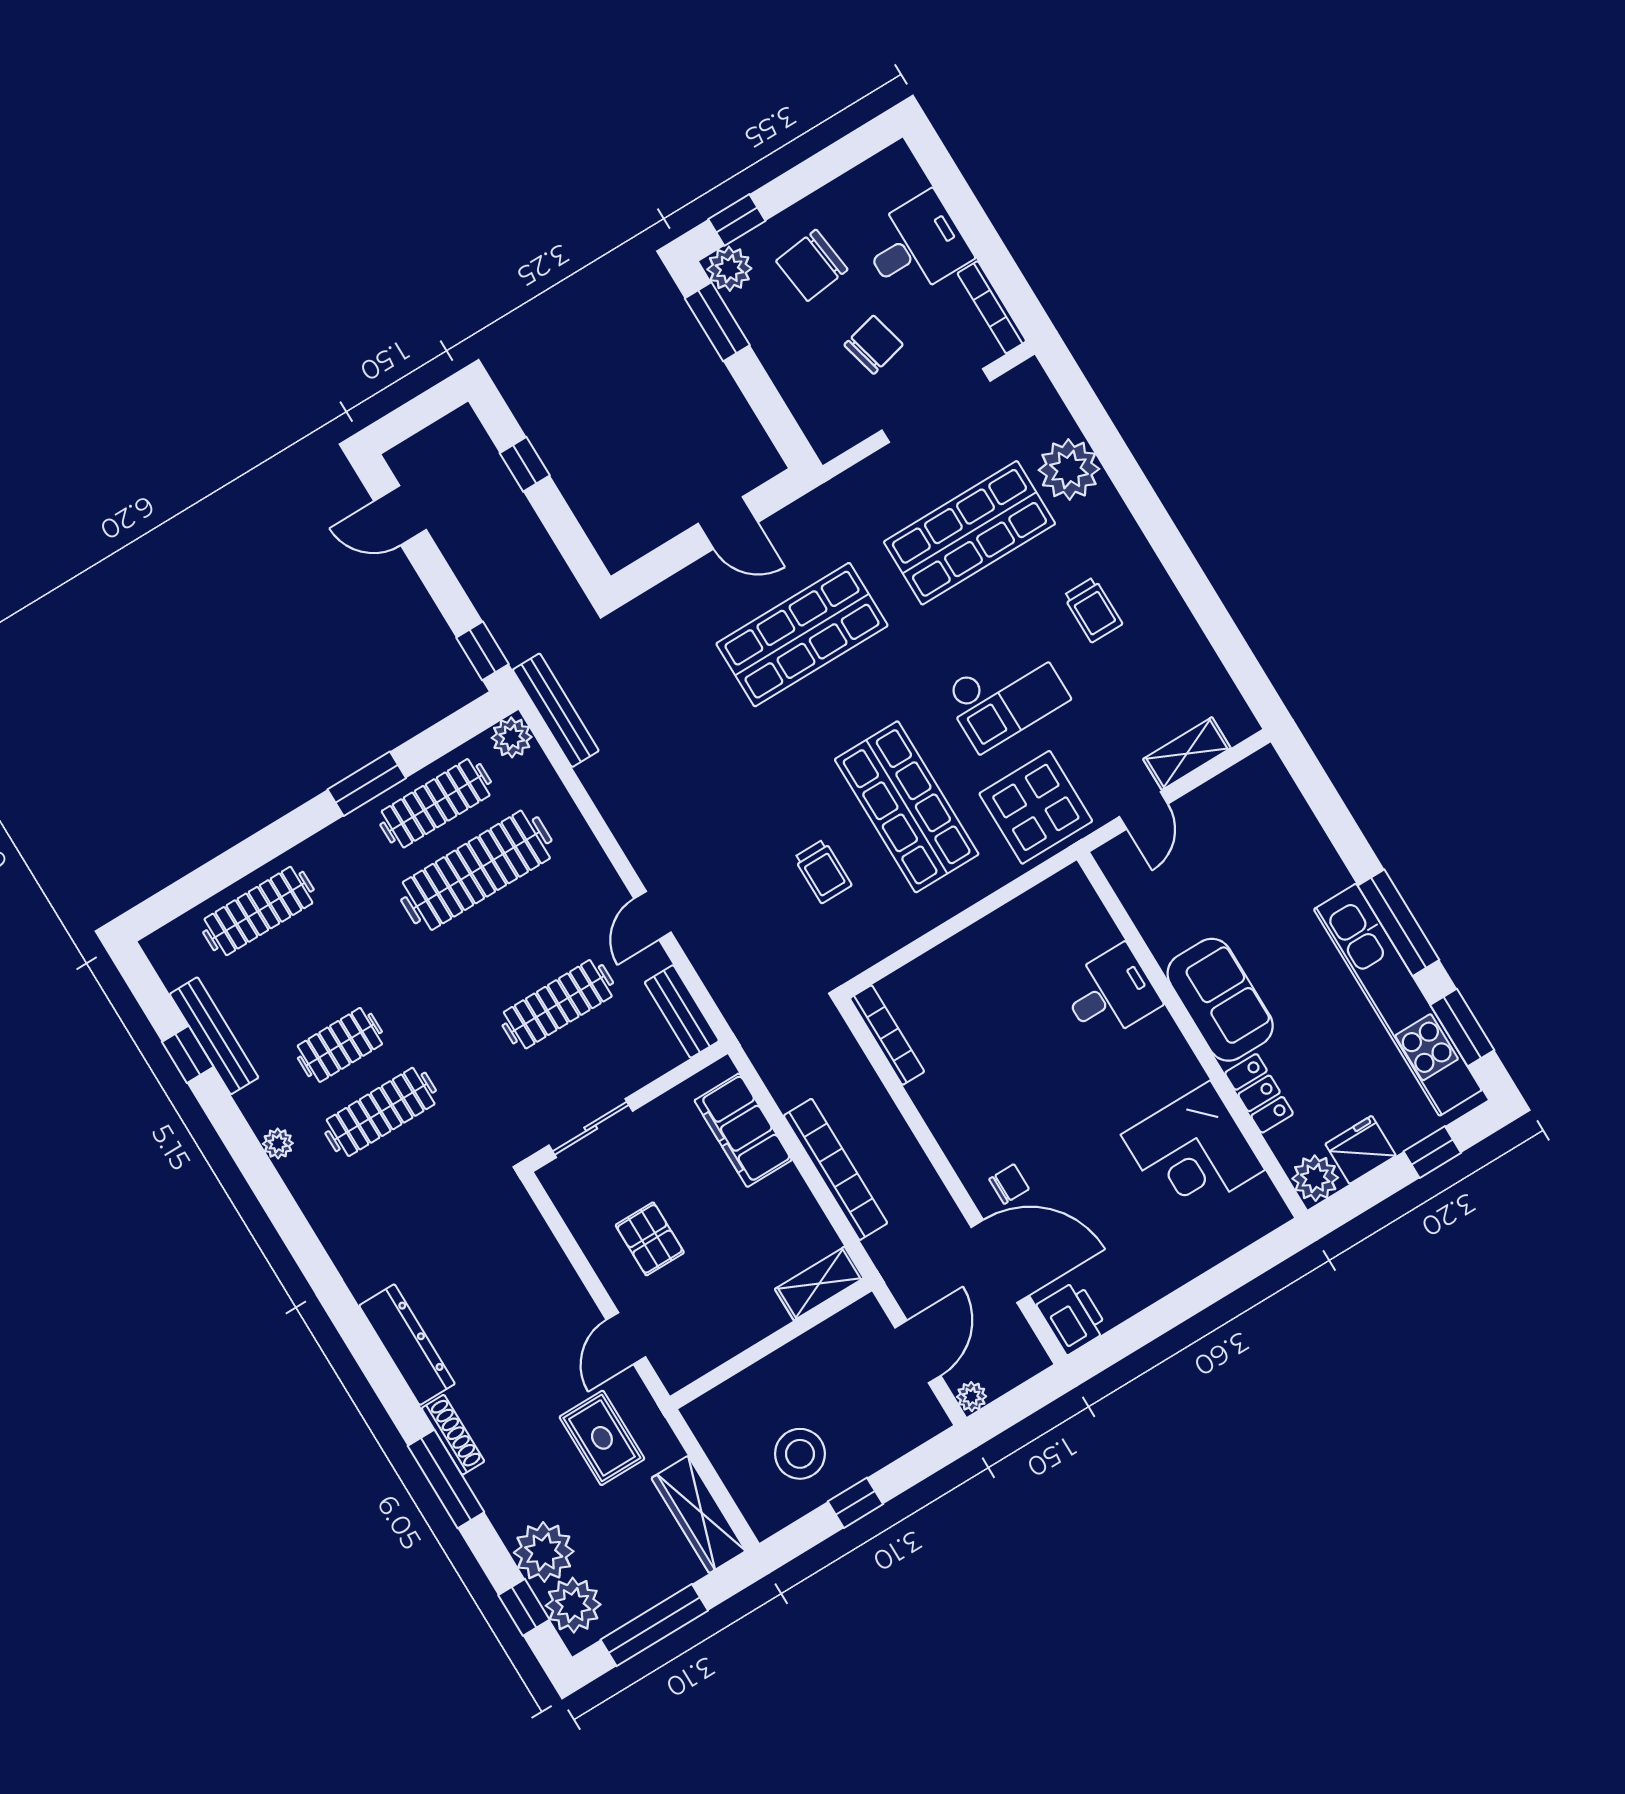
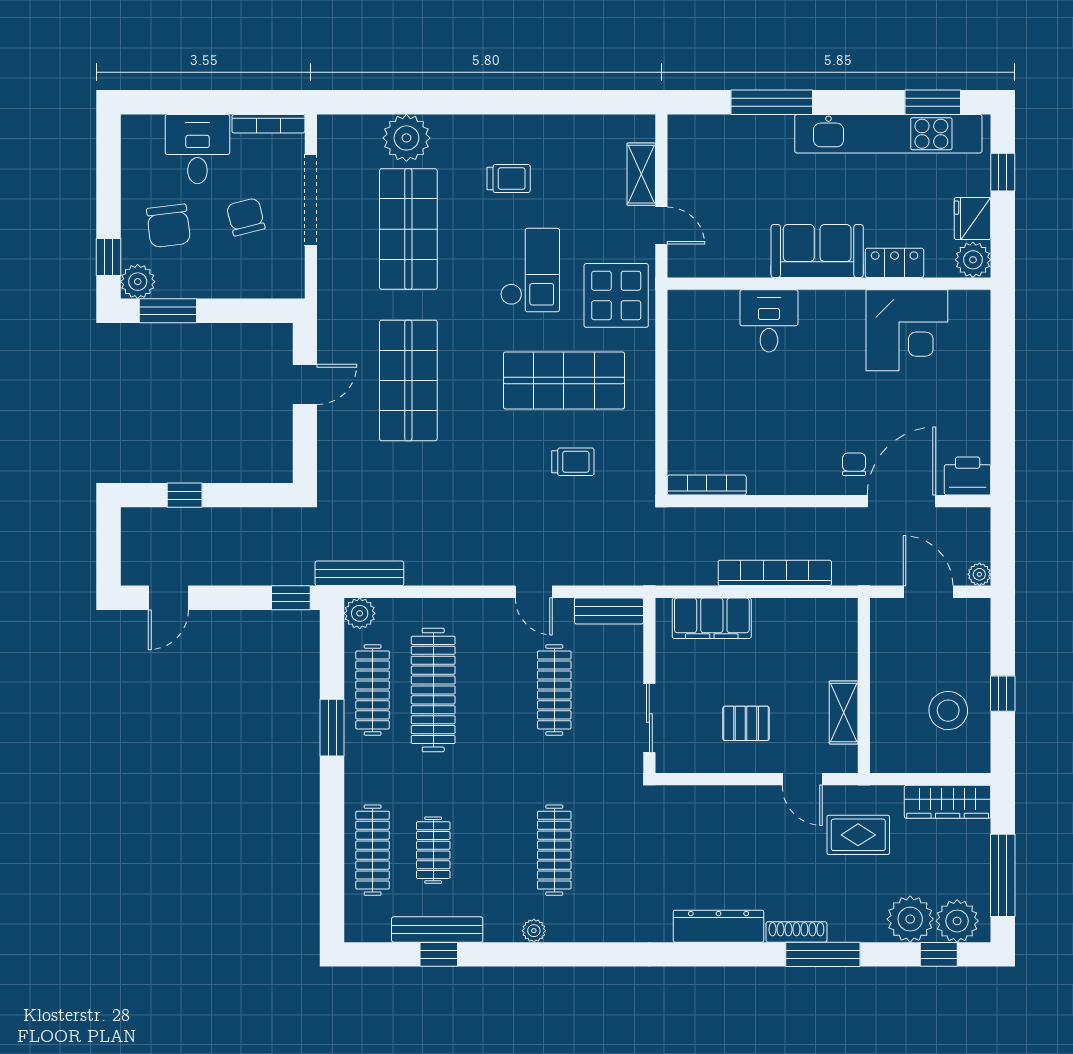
window: (1399, 923) -> (772, 102), moved
clothes rail: (340, 1045) -> (433, 850), moved
shelving: (819, 1284) -> (844, 713), moved

